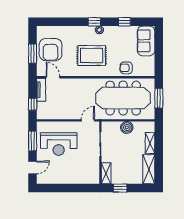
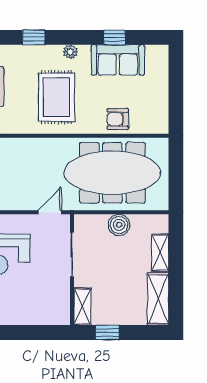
window: (94, 22) -> (34, 37), moved
sofa: (146, 41) -> (118, 60), moved, turned -90
rug: (92, 55) -> (57, 97), turned 90
window: (159, 98) -> (176, 173), removed

